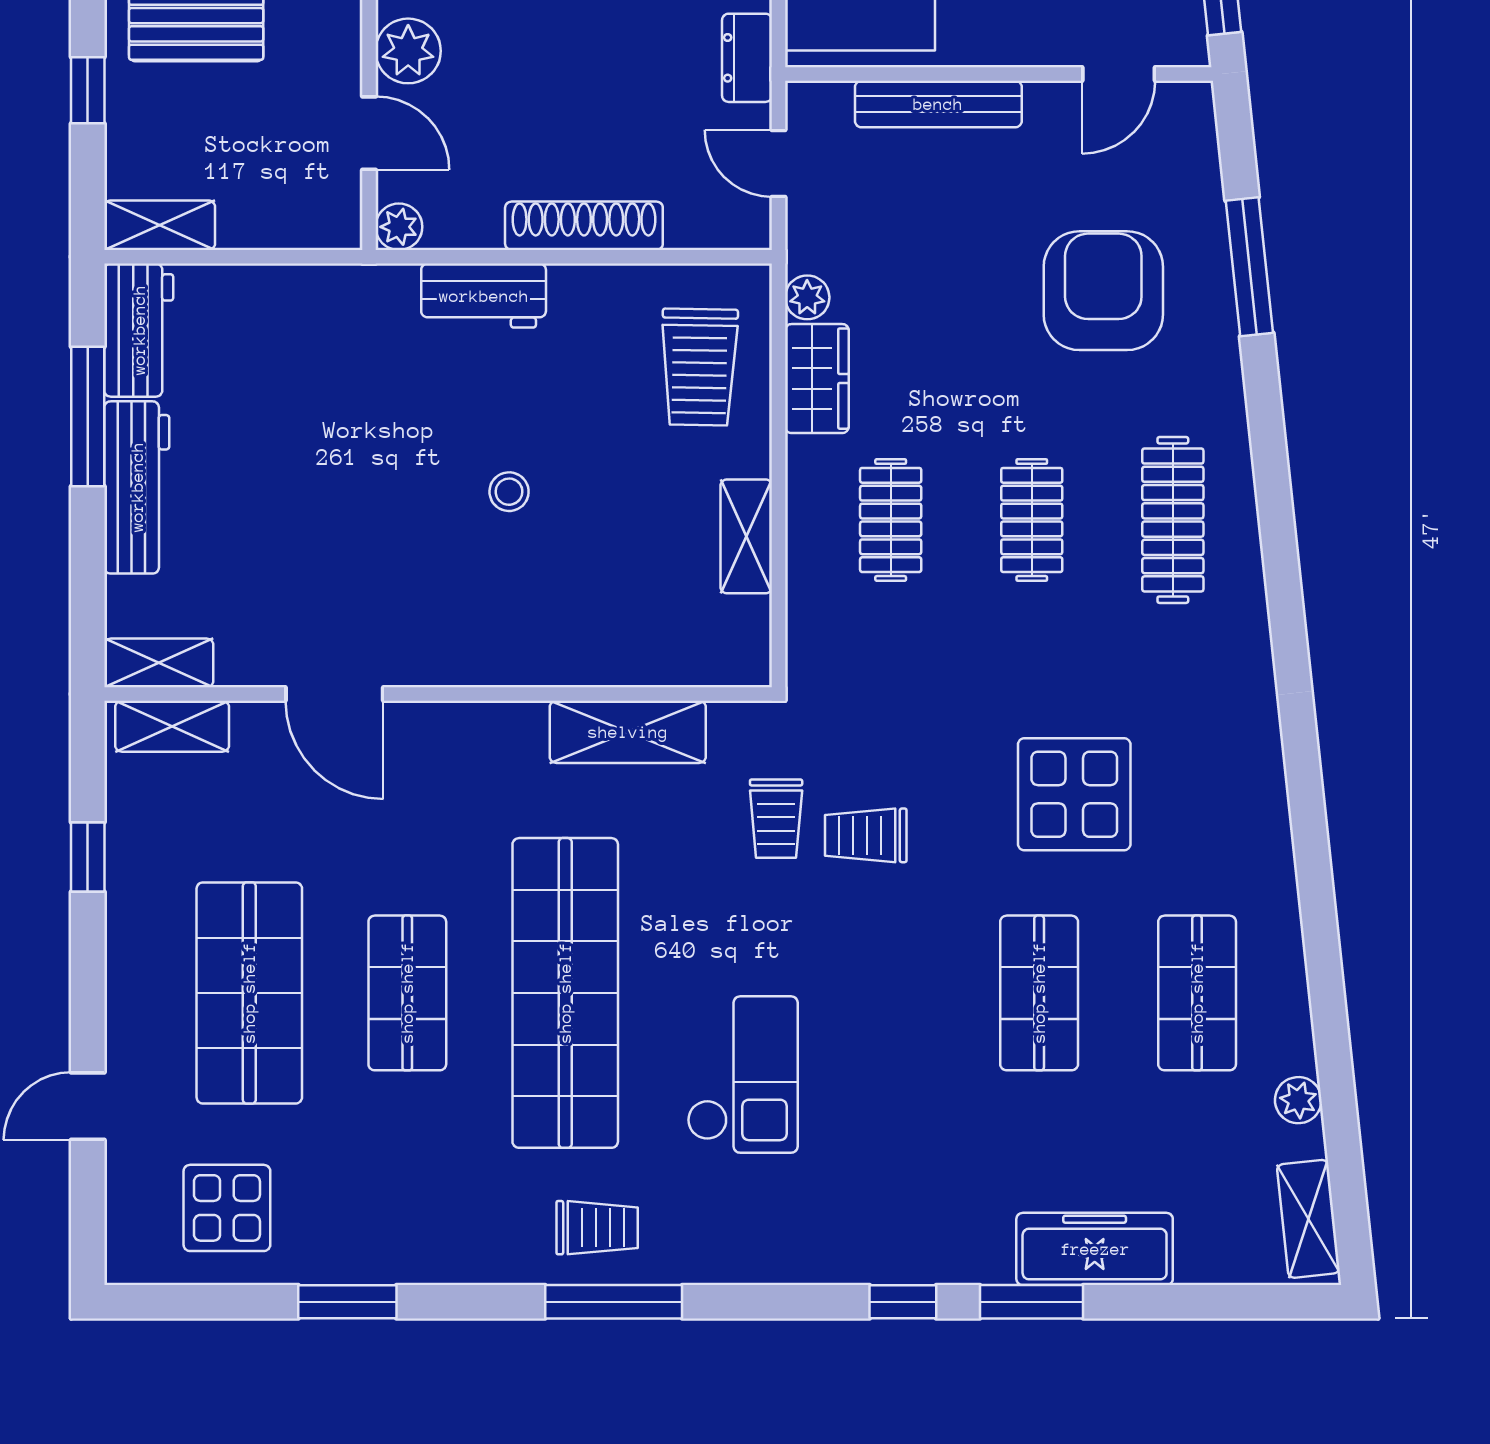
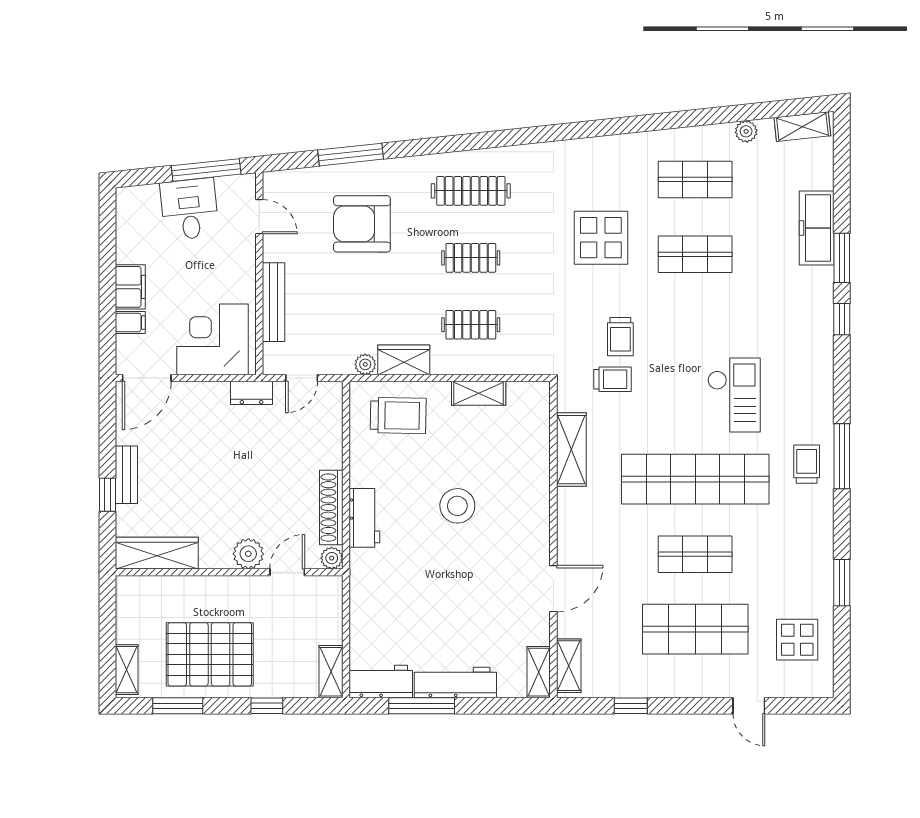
shoe rack: (584, 226) -> (331, 508), moved
stool: (509, 492) -> (457, 506), width x1.89, depth x1.89
checkout: (742, 1075) -> (734, 395), turned 90

